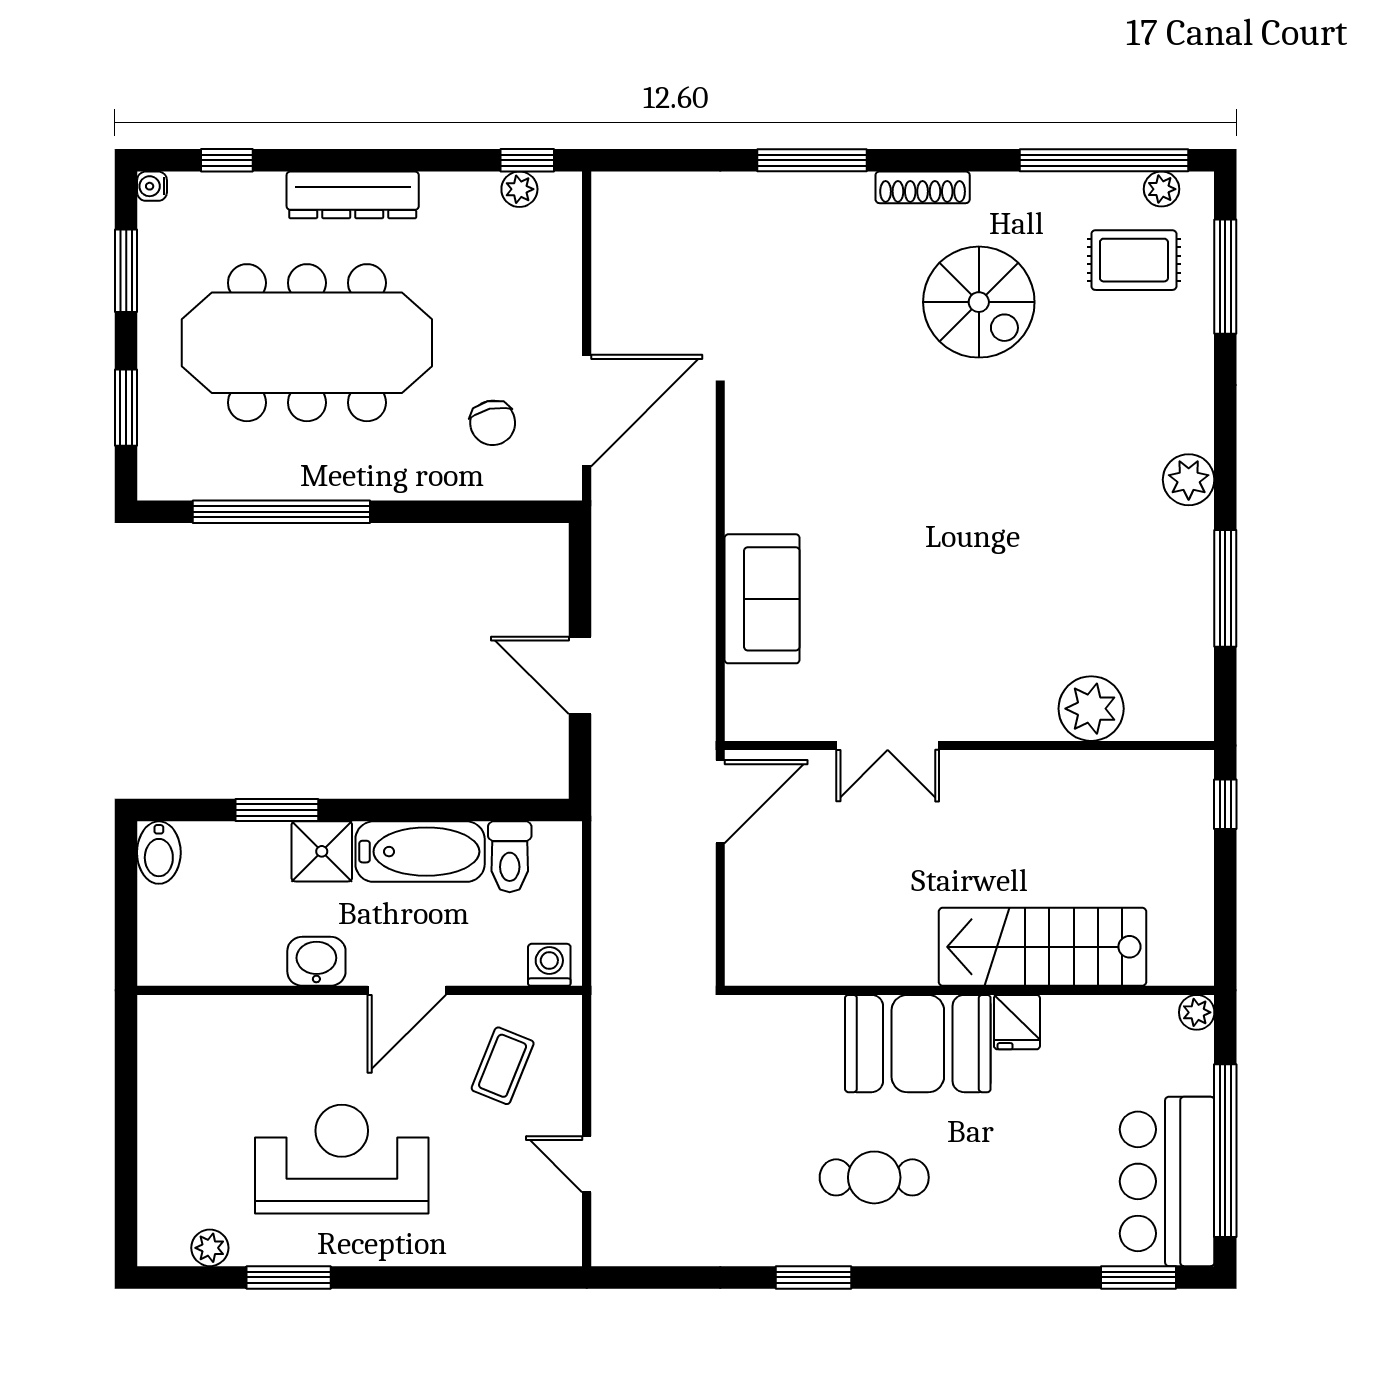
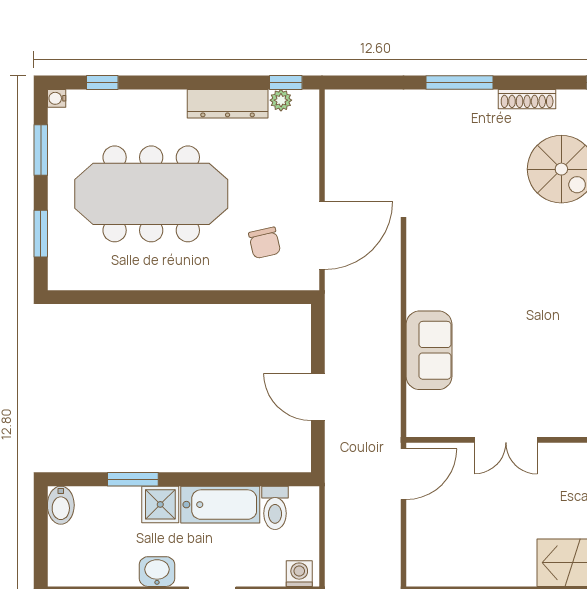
dresser: (353, 195) -> (228, 104), moved
window: (281, 512) -> (136, 297), removed

